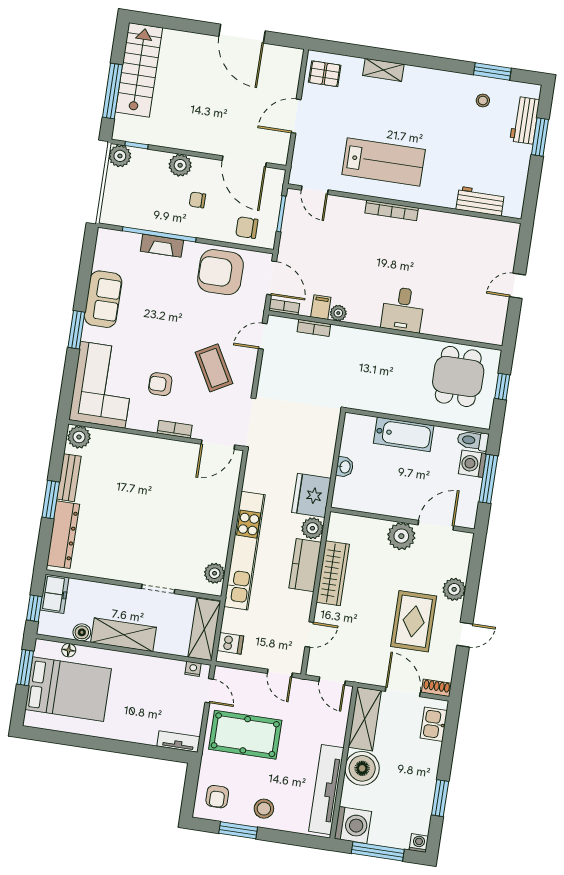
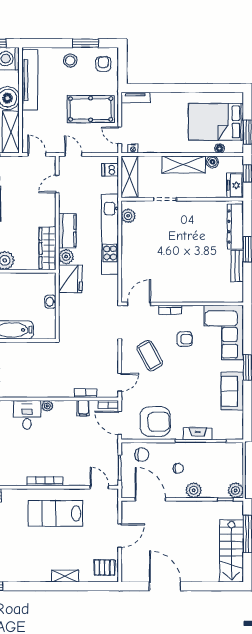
plant: (338, 313) -> (47, 406), moved
plant: (79, 437) -> (234, 295), removed
wardrobe: (333, 573) -> (48, 248), moved

